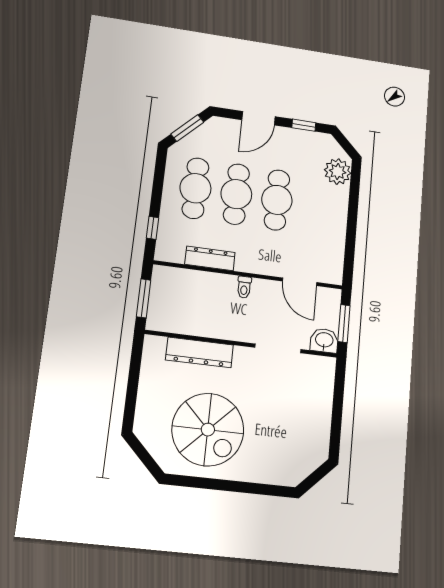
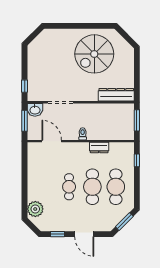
door: (259, 118) -> (84, 234), swing flipped
cafe table: (277, 200) -> (69, 187), width x0.73, depth x0.74
dresser: (210, 258) -> (99, 148), width x0.70
dresser: (199, 352) -> (116, 95), moved
window: (339, 385) -> (25, 86), added
spiral stairs: (208, 430) -> (94, 54), turned -90

